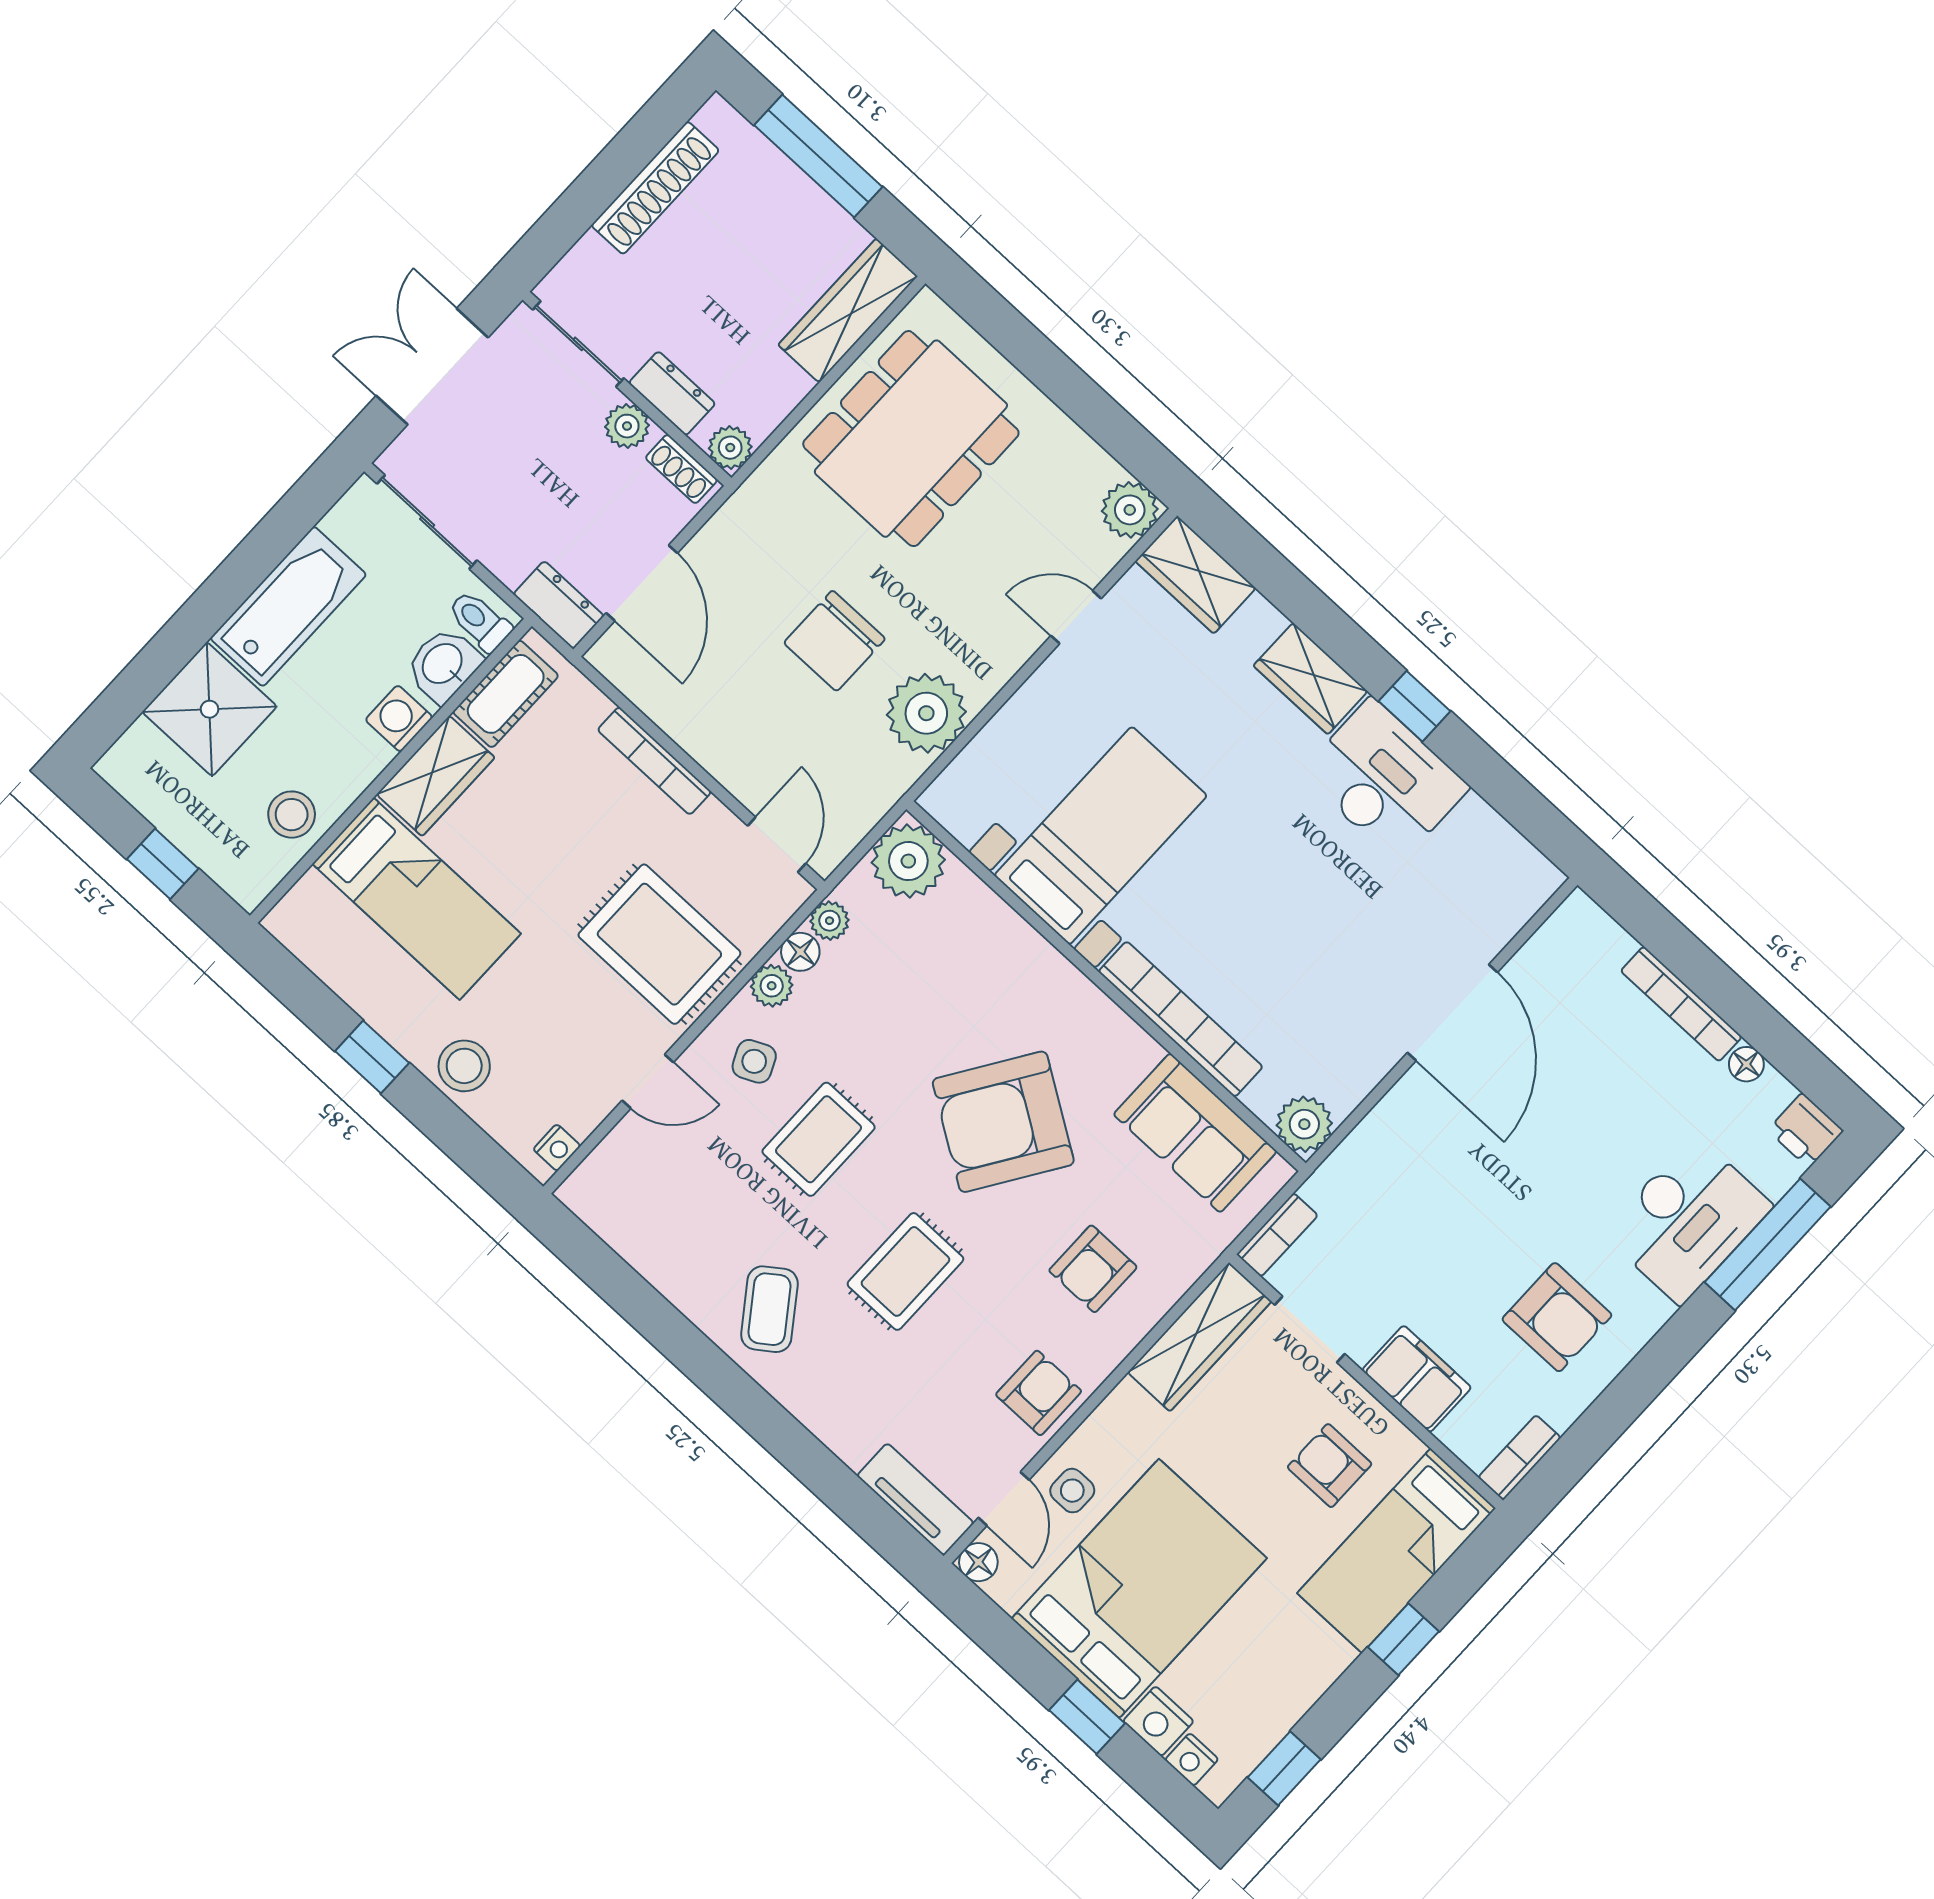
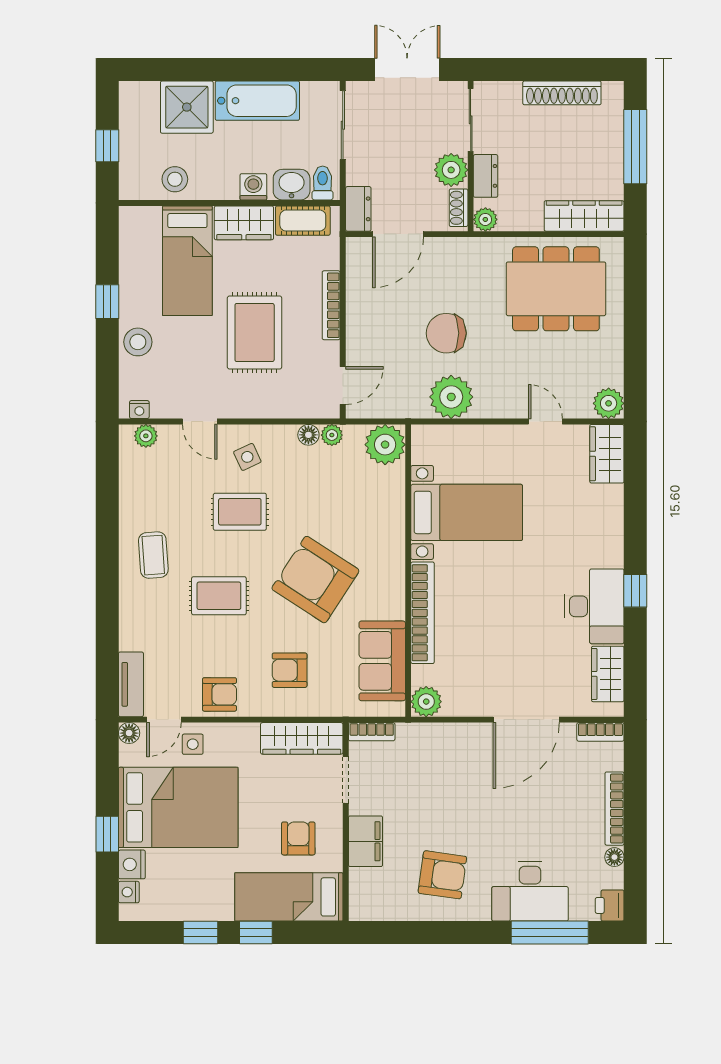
plant: (627, 426) -> (451, 170), width x1.38, depth x1.38
wardrobe: (1310, 679) -> (608, 674), moved
rug: (659, 944) -> (255, 332), moved
plant: (772, 986) -> (146, 436), moved
coffee table: (769, 1309) -> (153, 555), turned -58
armchair: (1557, 1317) -> (442, 875), turned -82
bookcase: (1519, 1457) -> (600, 732), moved, turned 180
window: (1284, 1768) -> (201, 933), moved

